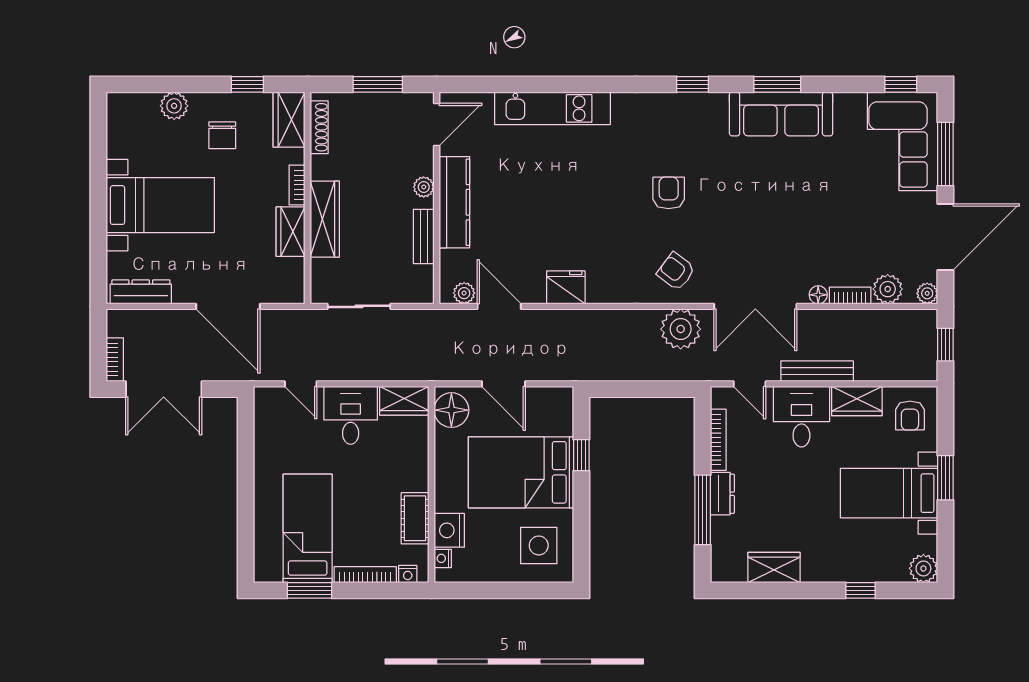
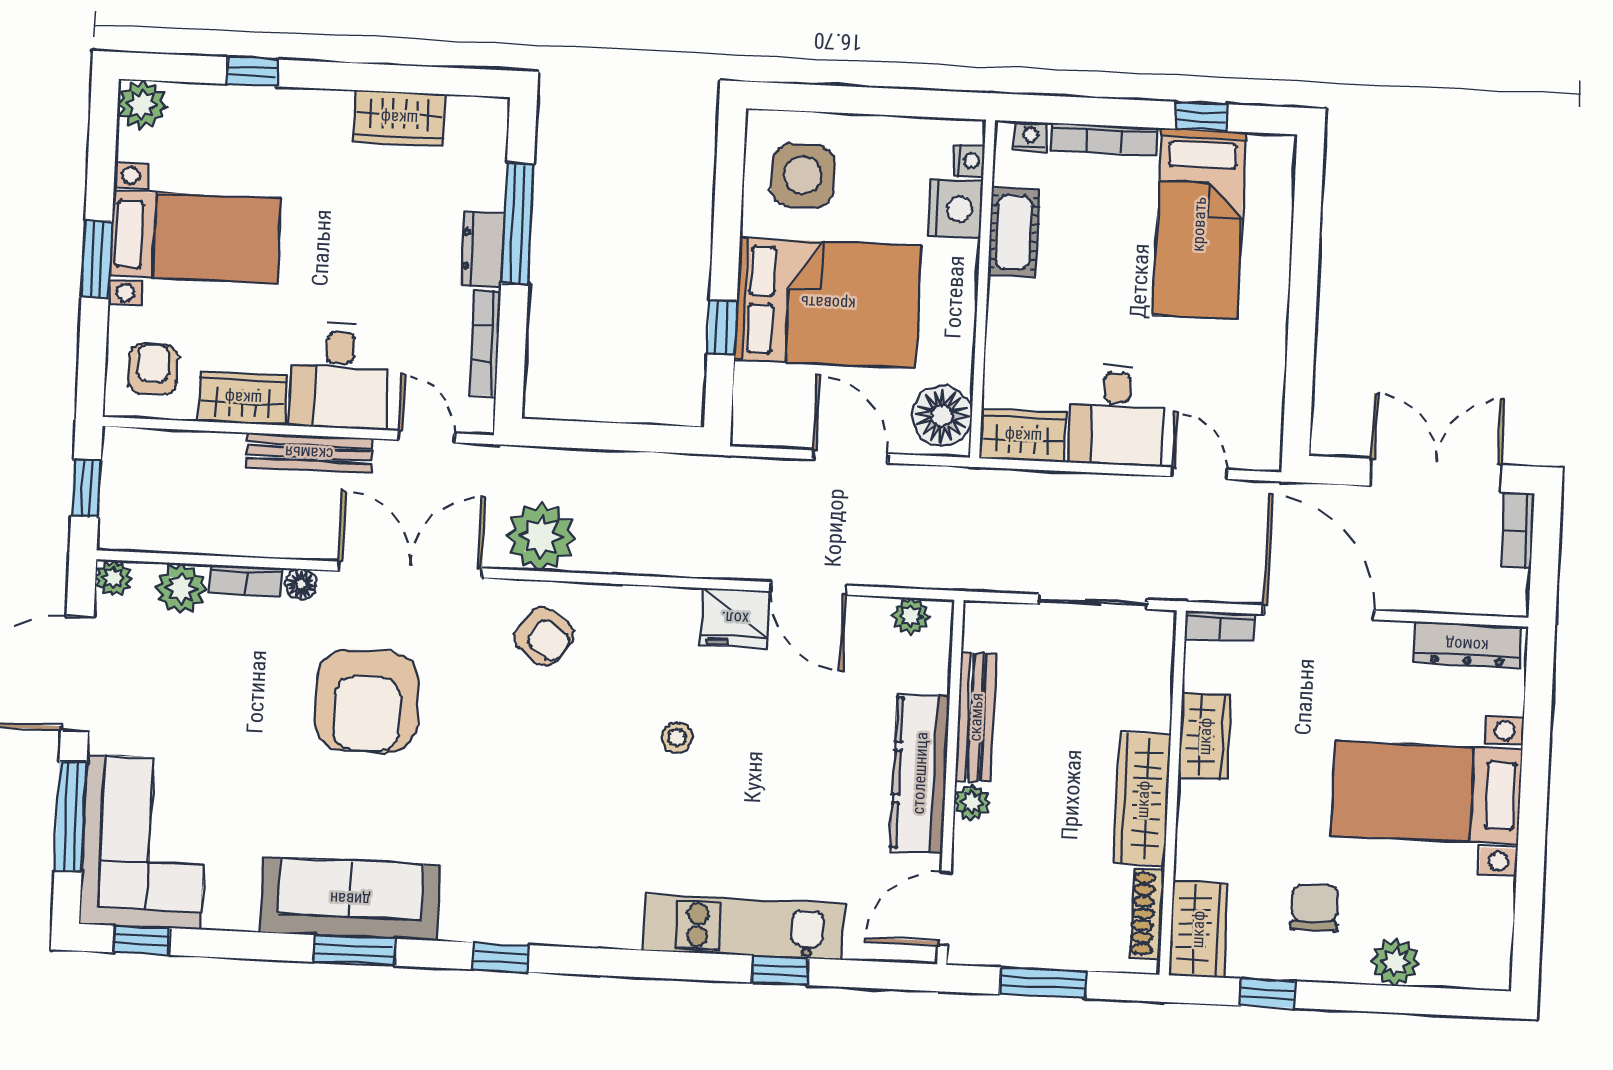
window: (530, 84) -> (780, 970), added
bookcase: (297, 185) -> (1219, 626), moved, turned 90
armchair: (669, 193) -> (367, 701), moved, width x1.88, depth x1.88
stool: (596, 216) -> (677, 737), added
wardrobe: (325, 219) -> (1143, 799), moved
bench: (424, 236) -> (976, 717), width x1.36
door: (499, 306) -> (809, 588), moved
window: (310, 590) -> (1201, 116), width x0.67

